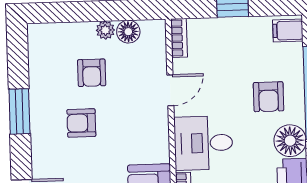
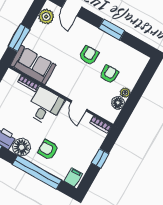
armchair: (92, 73) -> (109, 74), turned 90

